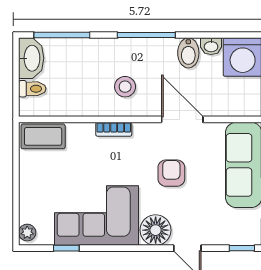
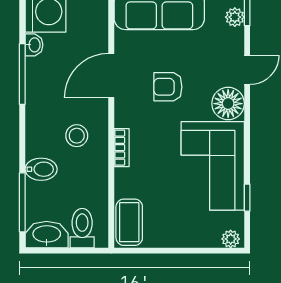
window: (146, 35) -> (22, 74), moved
bidet: (188, 53) -> (41, 169), moved
toilet: (32, 89) -> (82, 228), width x1.37, depth x1.39
plant: (237, 236) -> (235, 17), added

